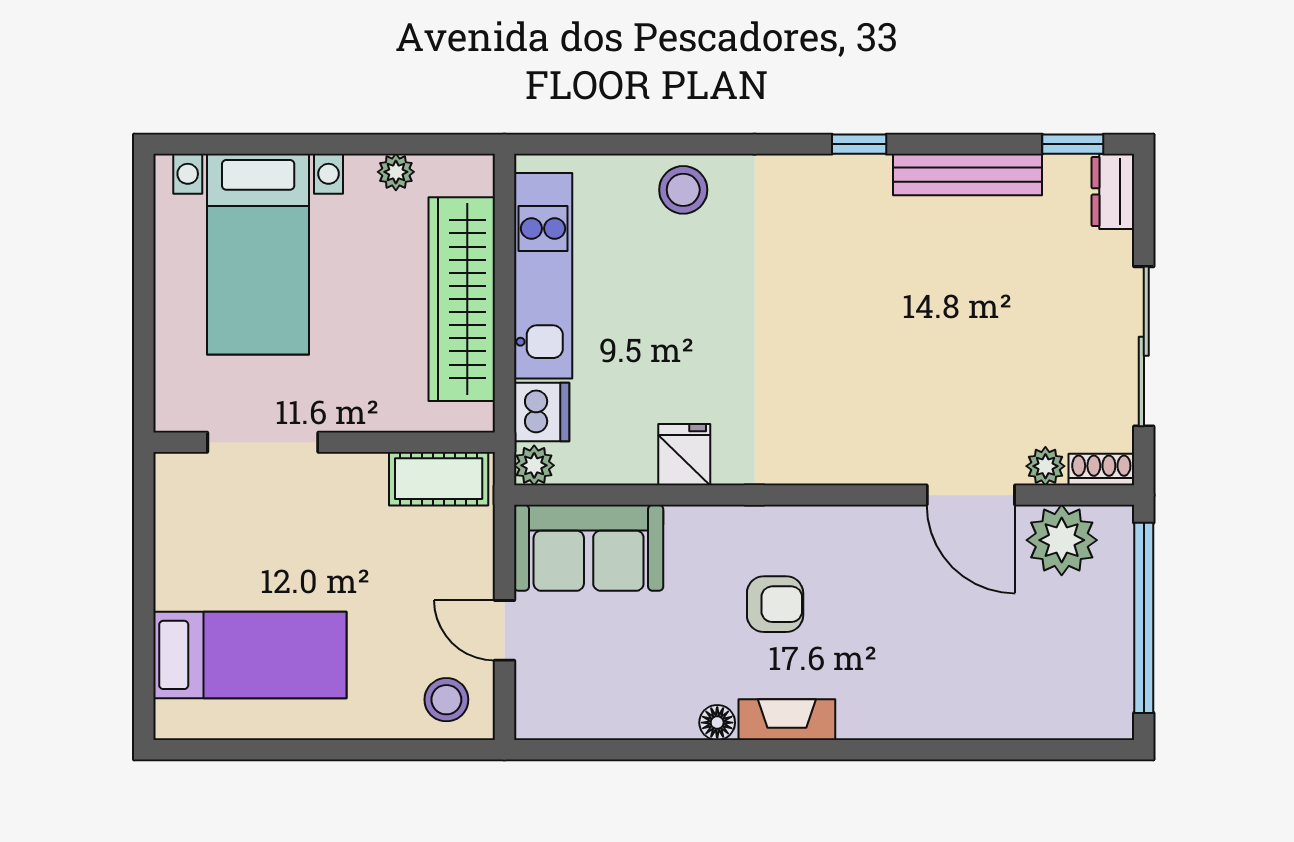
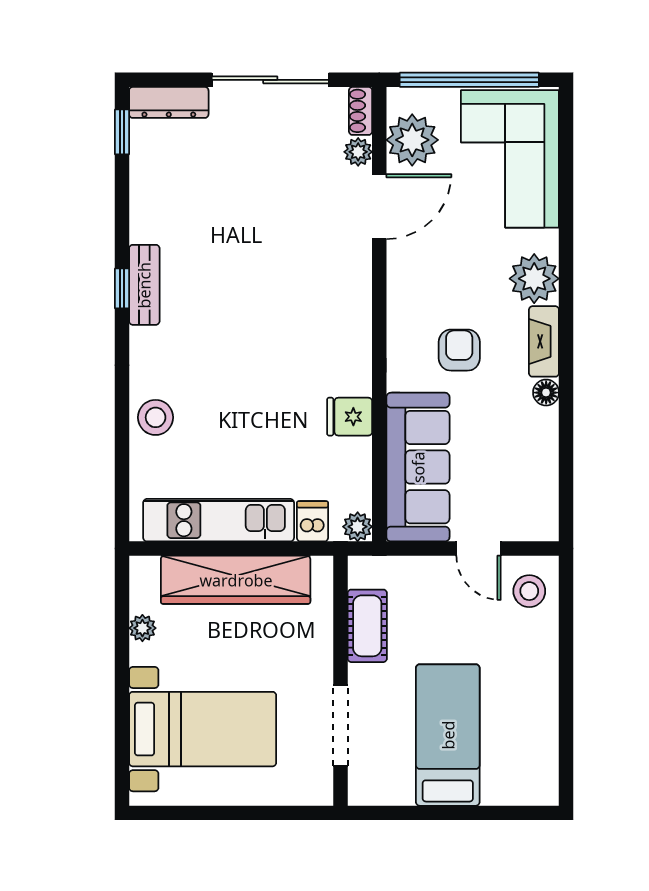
bench: (968, 175) -> (144, 285), moved, width x0.73
dresser: (1113, 191) -> (169, 102), width x1.44
dishwasher: (542, 412) -> (312, 521), width x0.73
cot: (439, 479) -> (367, 626), moved
sofa: (589, 548) -> (418, 467), width x1.36
door: (504, 630) -> (478, 549), hinge flipped
bed: (250, 655) -> (448, 735), moved
corner sofa: (1036, 673) -> (510, 159), added
plant: (873, 706) -> (534, 279), added

